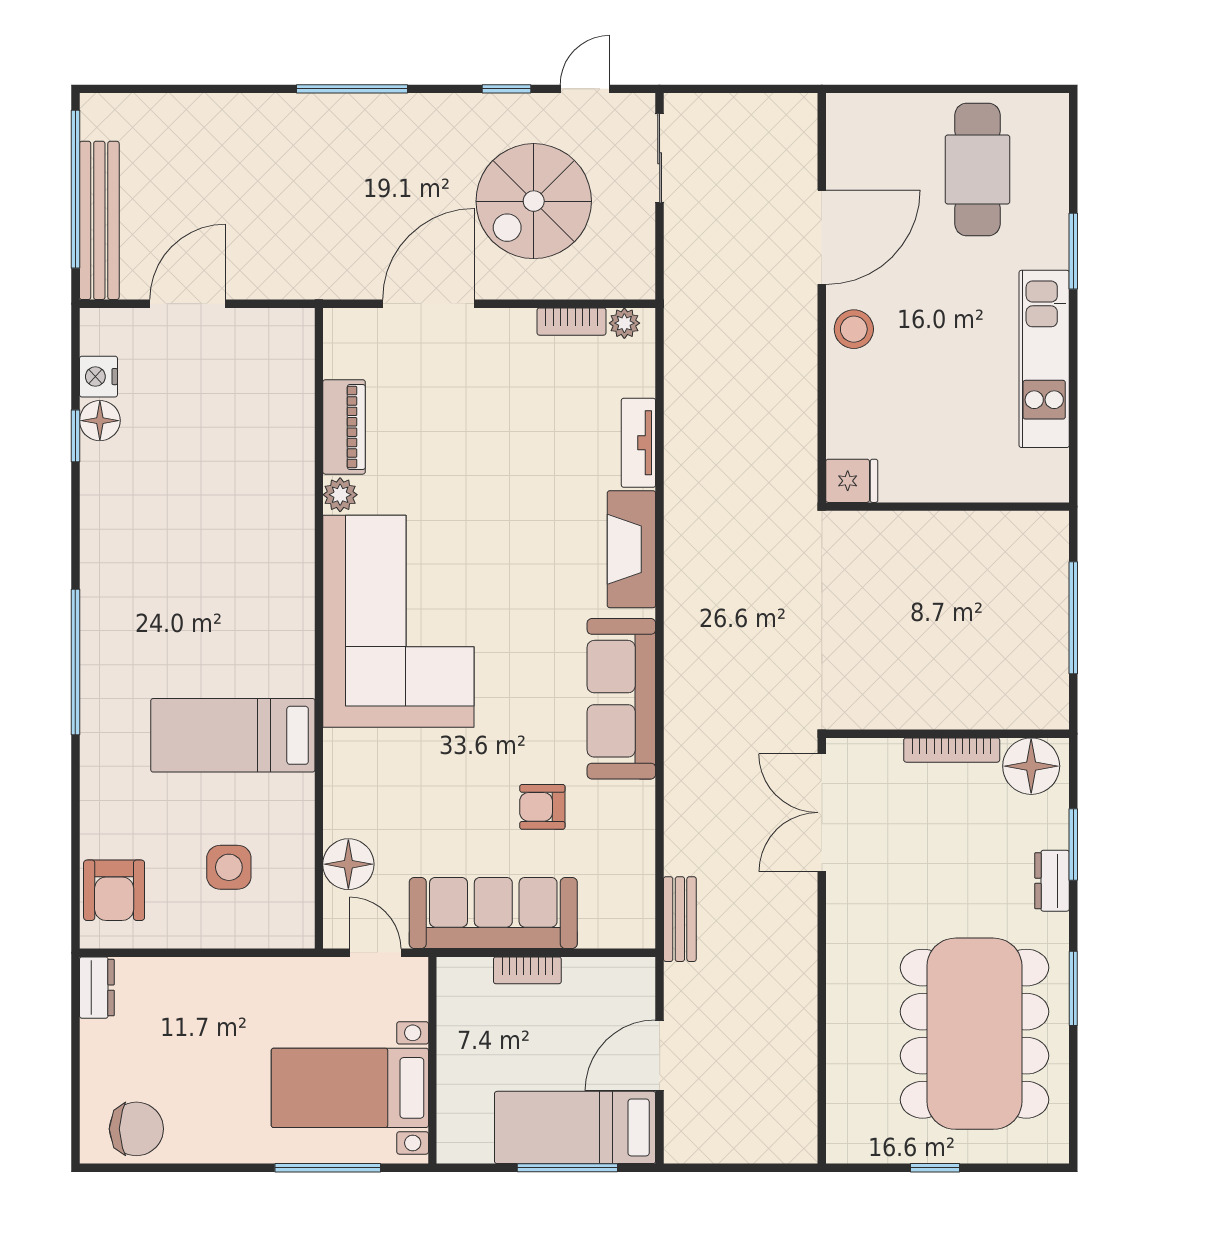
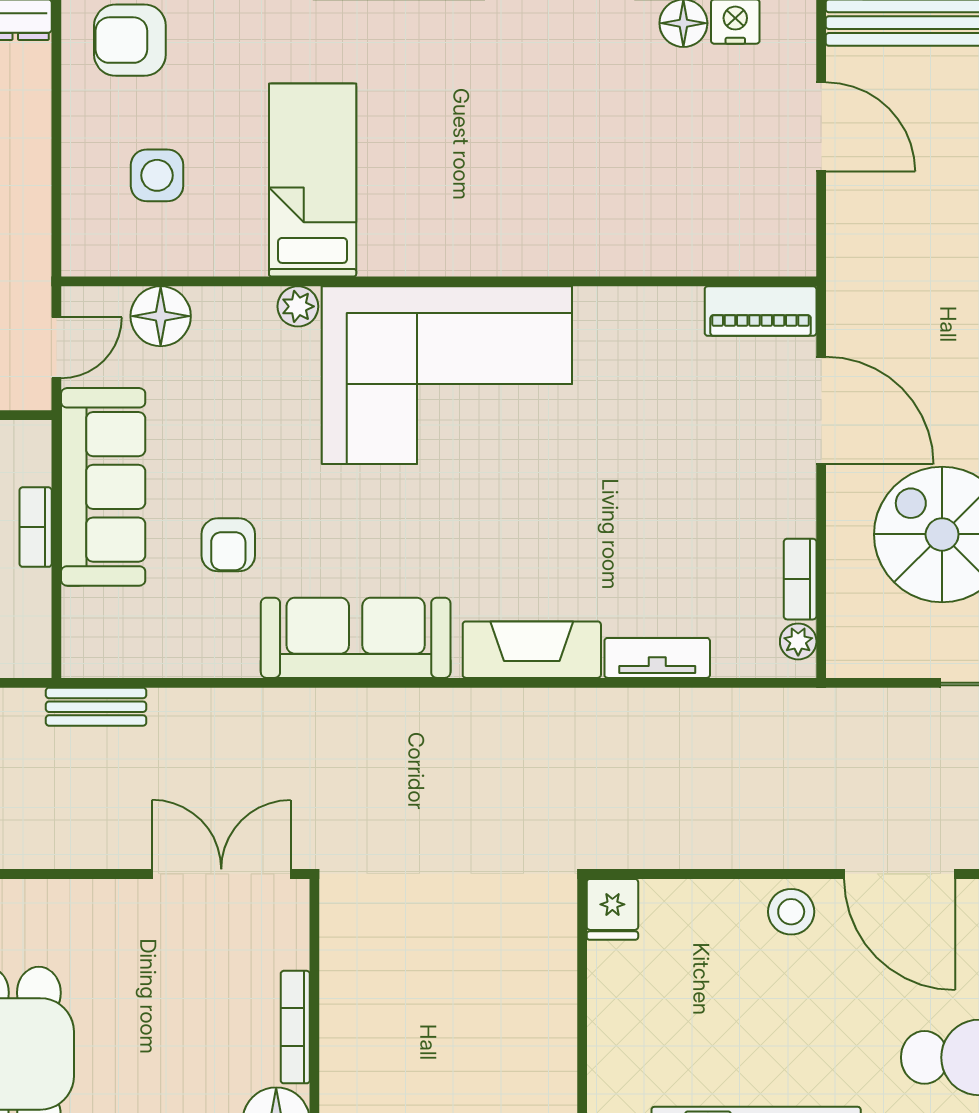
piano: (344, 427) -> (761, 311), moved
plant: (340, 495) -> (298, 306), moved
armchair: (542, 807) -> (228, 545), turned 180

